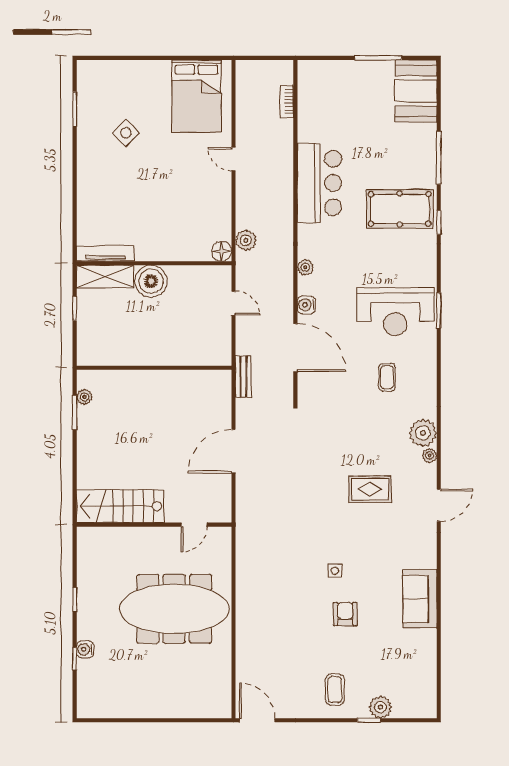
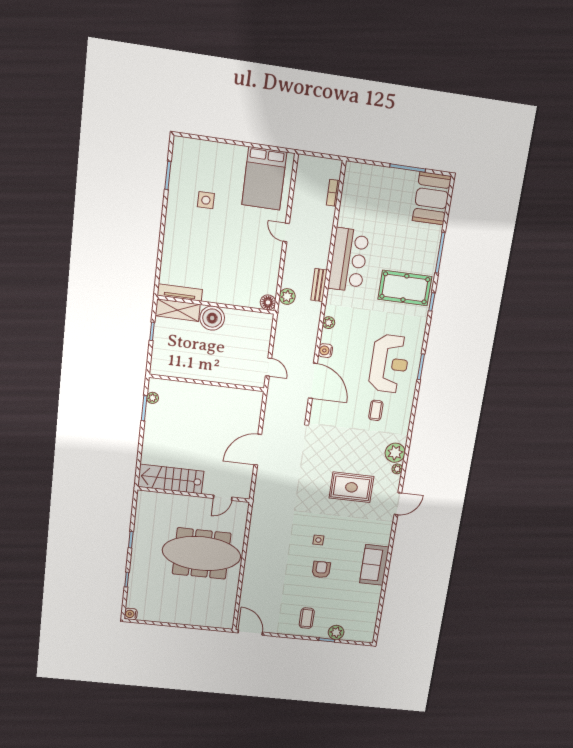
side table: (126, 133) -> (206, 200), turned 45
door: (233, 303) -> (269, 367), moved
reception desk: (395, 312) -> (389, 364), turned -90
bench: (243, 377) -> (319, 285), moved
rug: (370, 489) -> (351, 487), width x1.36, depth x1.43
water cooler: (85, 649) -> (131, 614), moved

